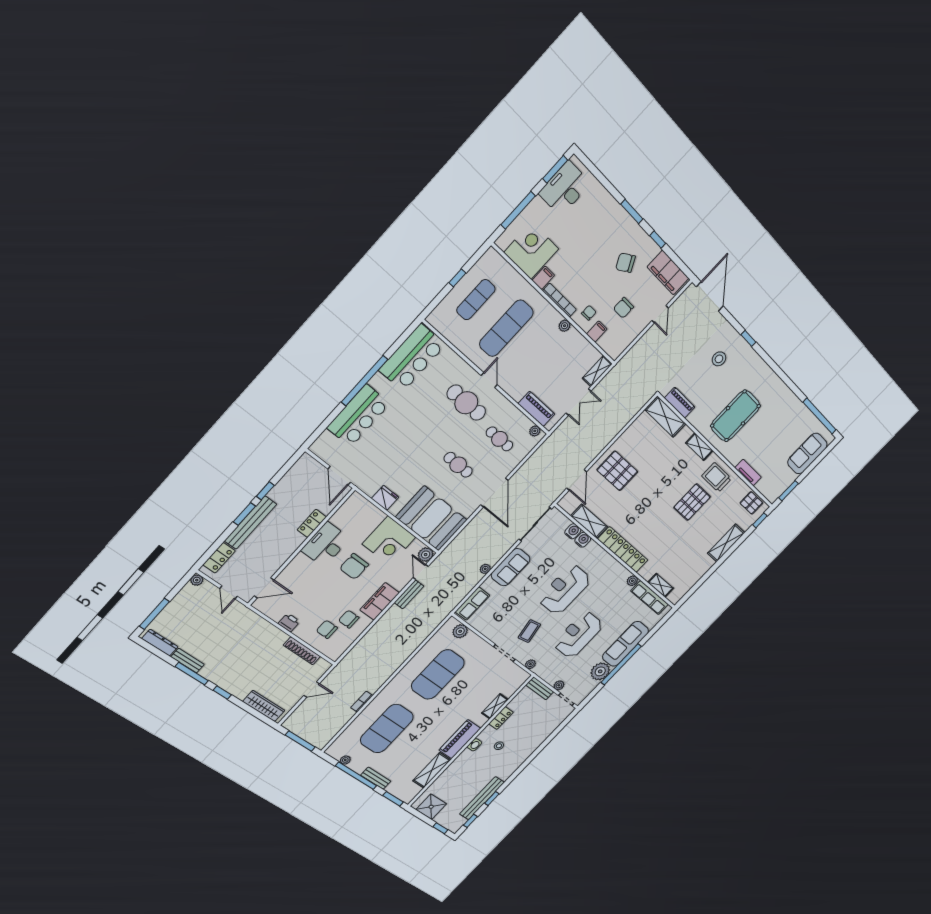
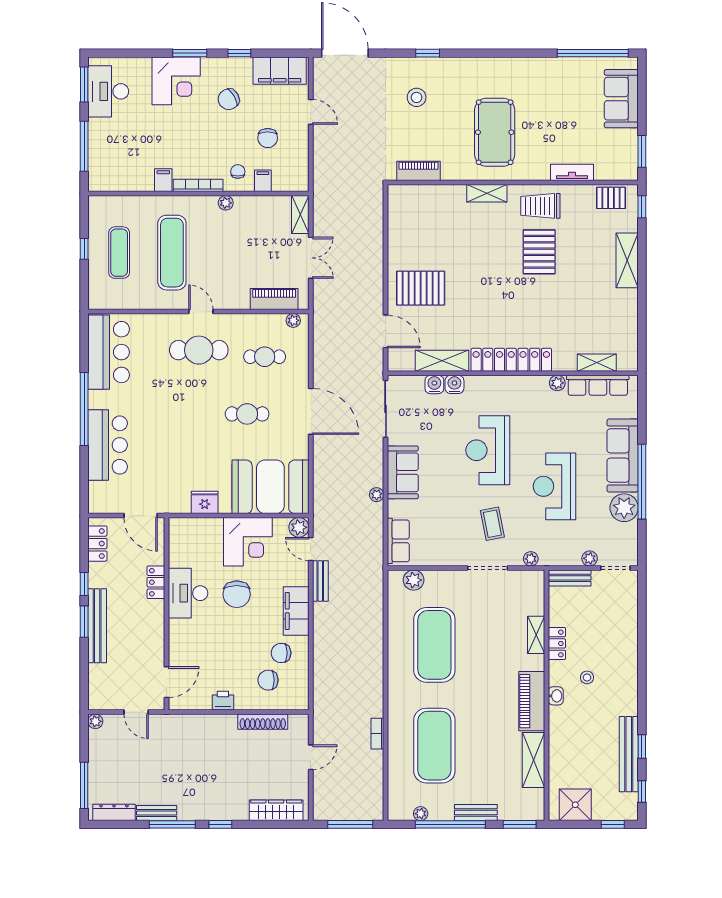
corner desk: (531, 251) -> (176, 81), moved, turned 180
shelving: (665, 417) -> (418, 196), removed
locker: (219, 558) -> (97, 544), moved

